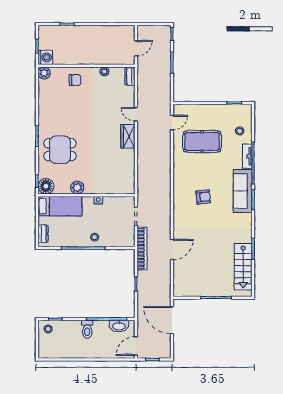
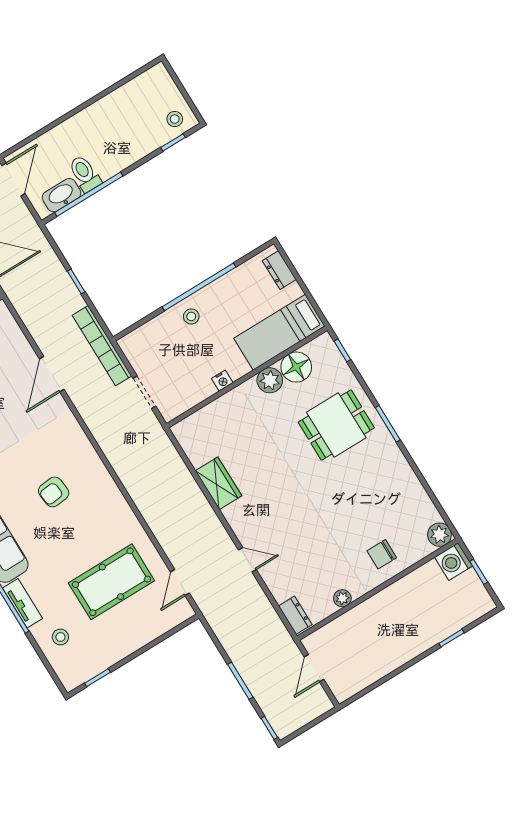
wardrobe: (128, 136) -> (218, 483), moved
floor lamp: (46, 186) -> (296, 367), moved
toilet: (87, 329) -> (85, 174), moved

